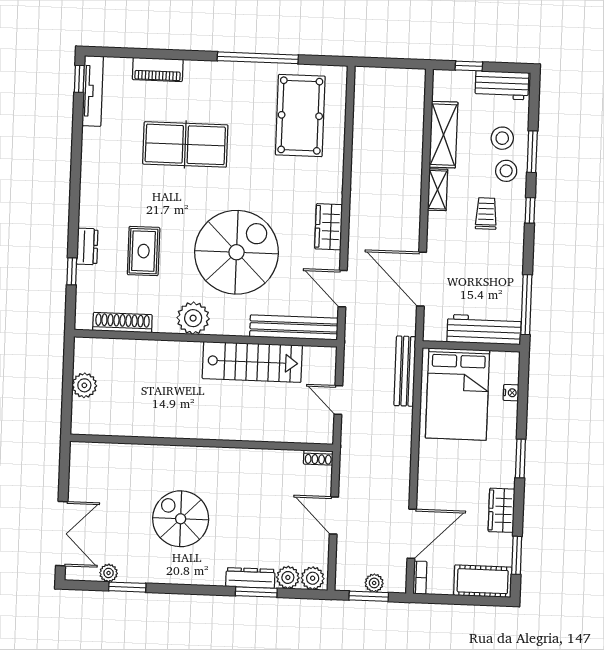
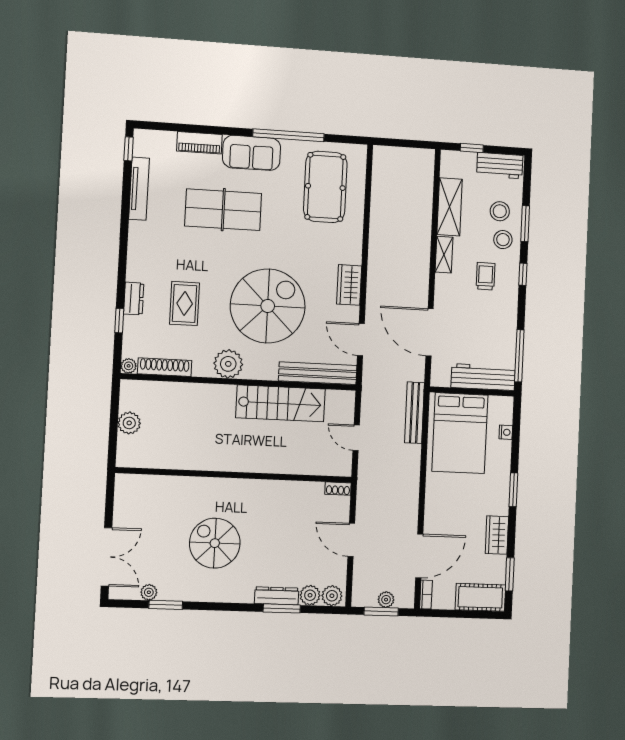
sofa: (216, 79) -> (252, 153), added
tv unit: (93, 91) -> (139, 189), moved
plant: (83, 322) -> (129, 366), added

